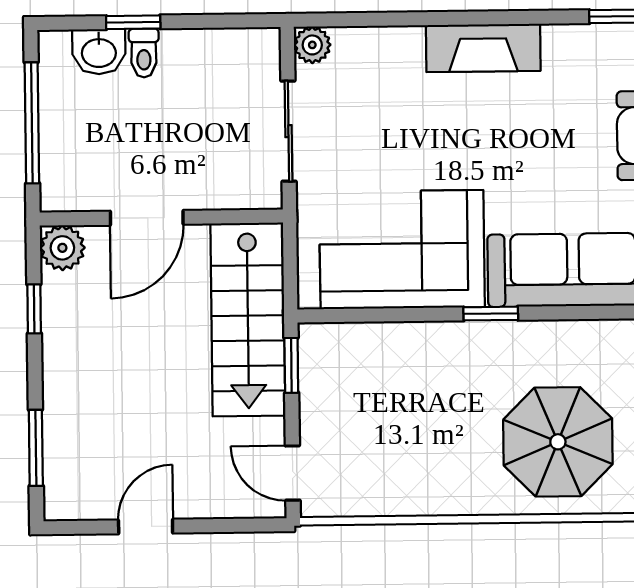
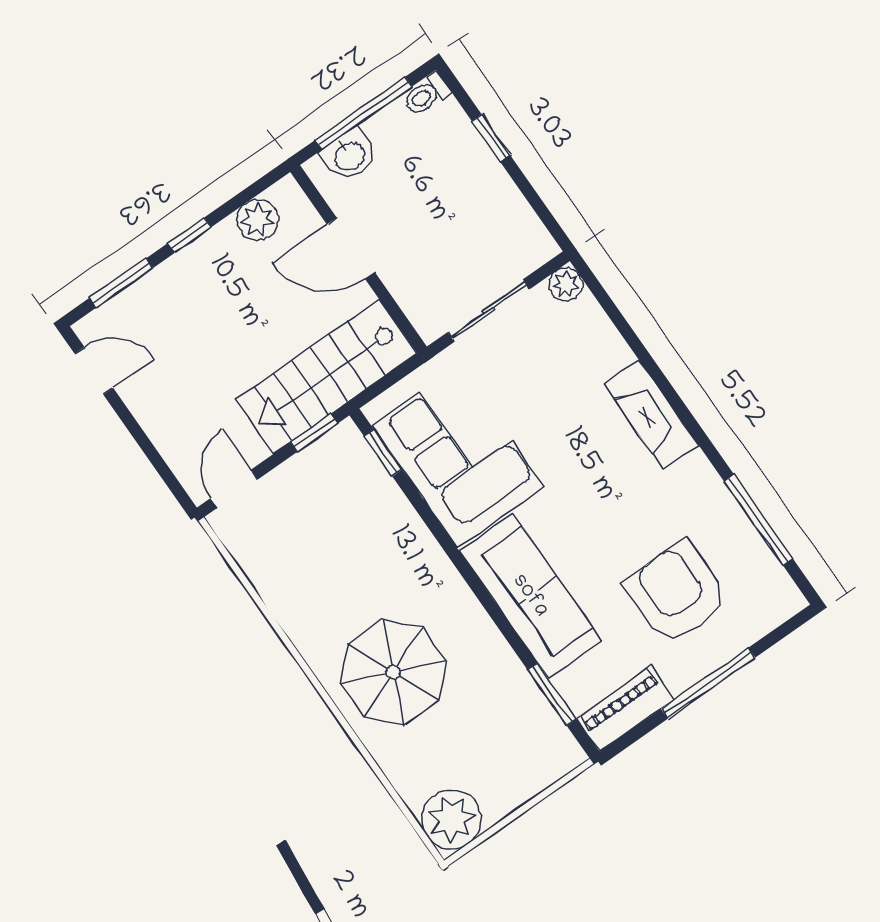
washbasin: (99, 52) -> (349, 156), moved, turned -90
toilet: (144, 53) -> (426, 95), moved
plant: (62, 248) -> (258, 220), moved
window: (34, 309) -> (189, 235), moved
window: (491, 314) -> (383, 453), moved
door: (146, 527) -> (94, 371), moved

